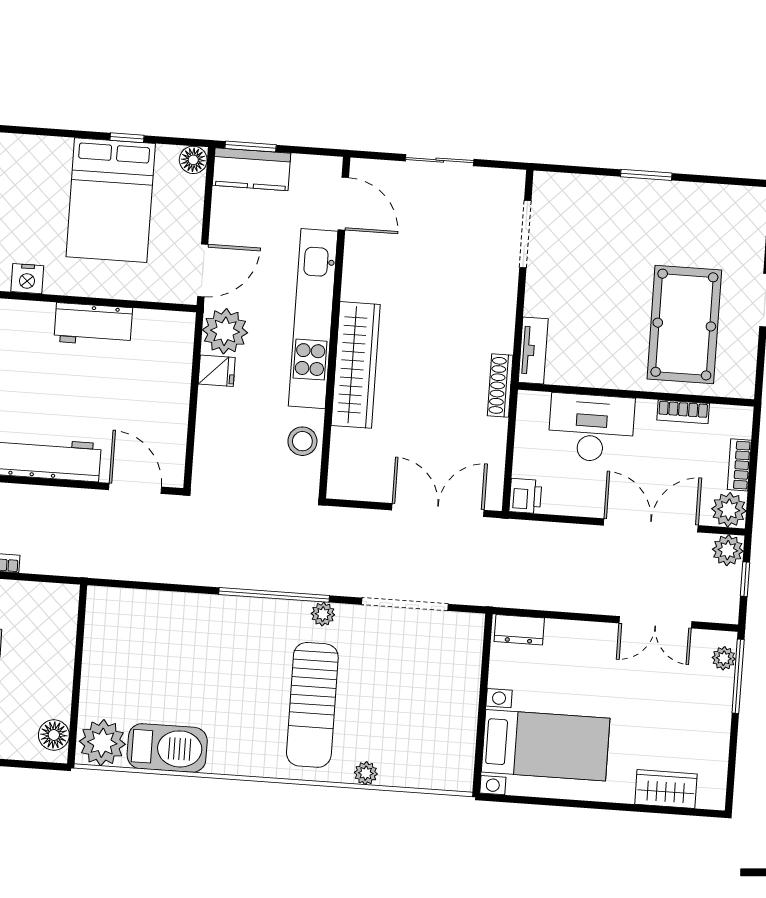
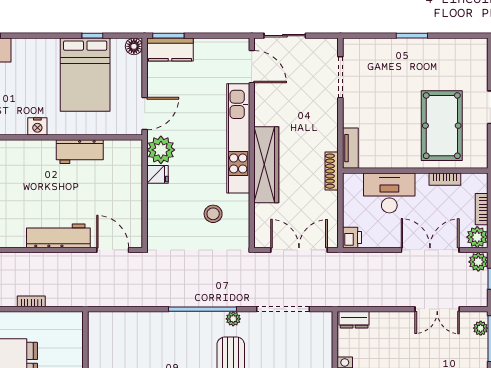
door: (343, 204) -> (252, 67), moved
kitchen unit: (313, 319) -> (238, 138), moved
wall: (334, 328) -> (252, 143), moved
wardrobe: (356, 365) -> (266, 165), moved

